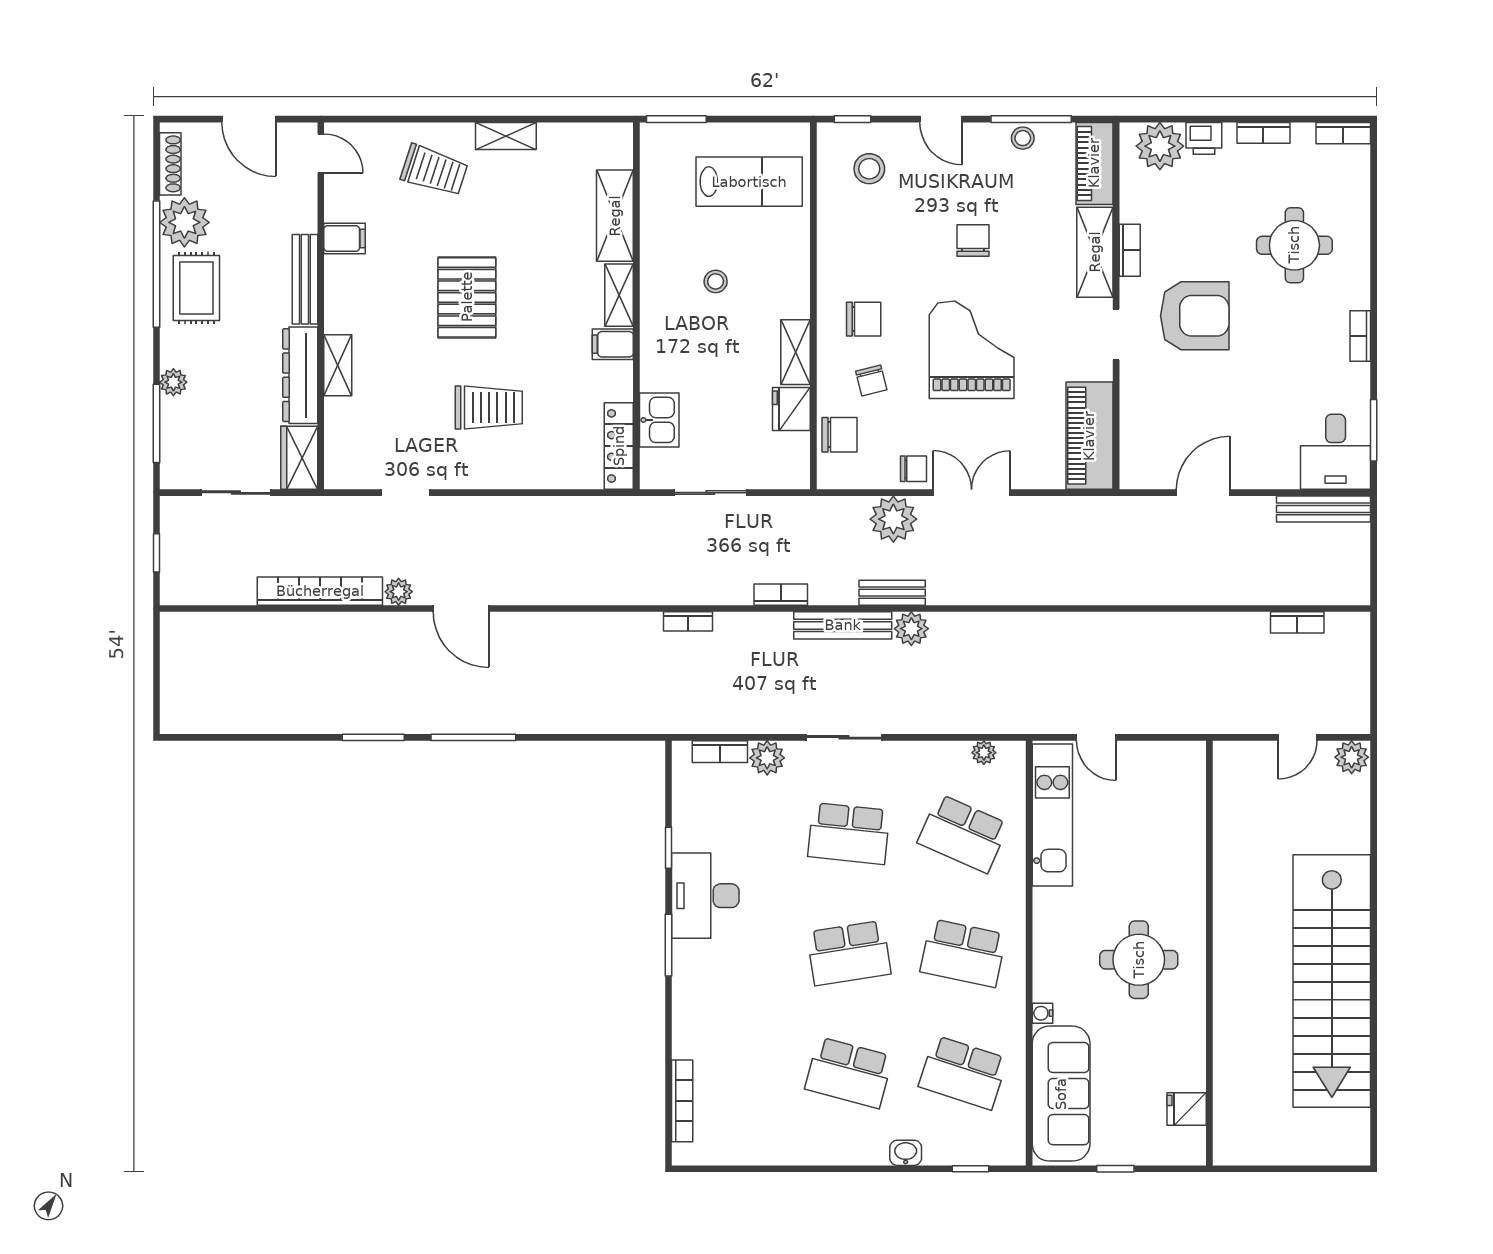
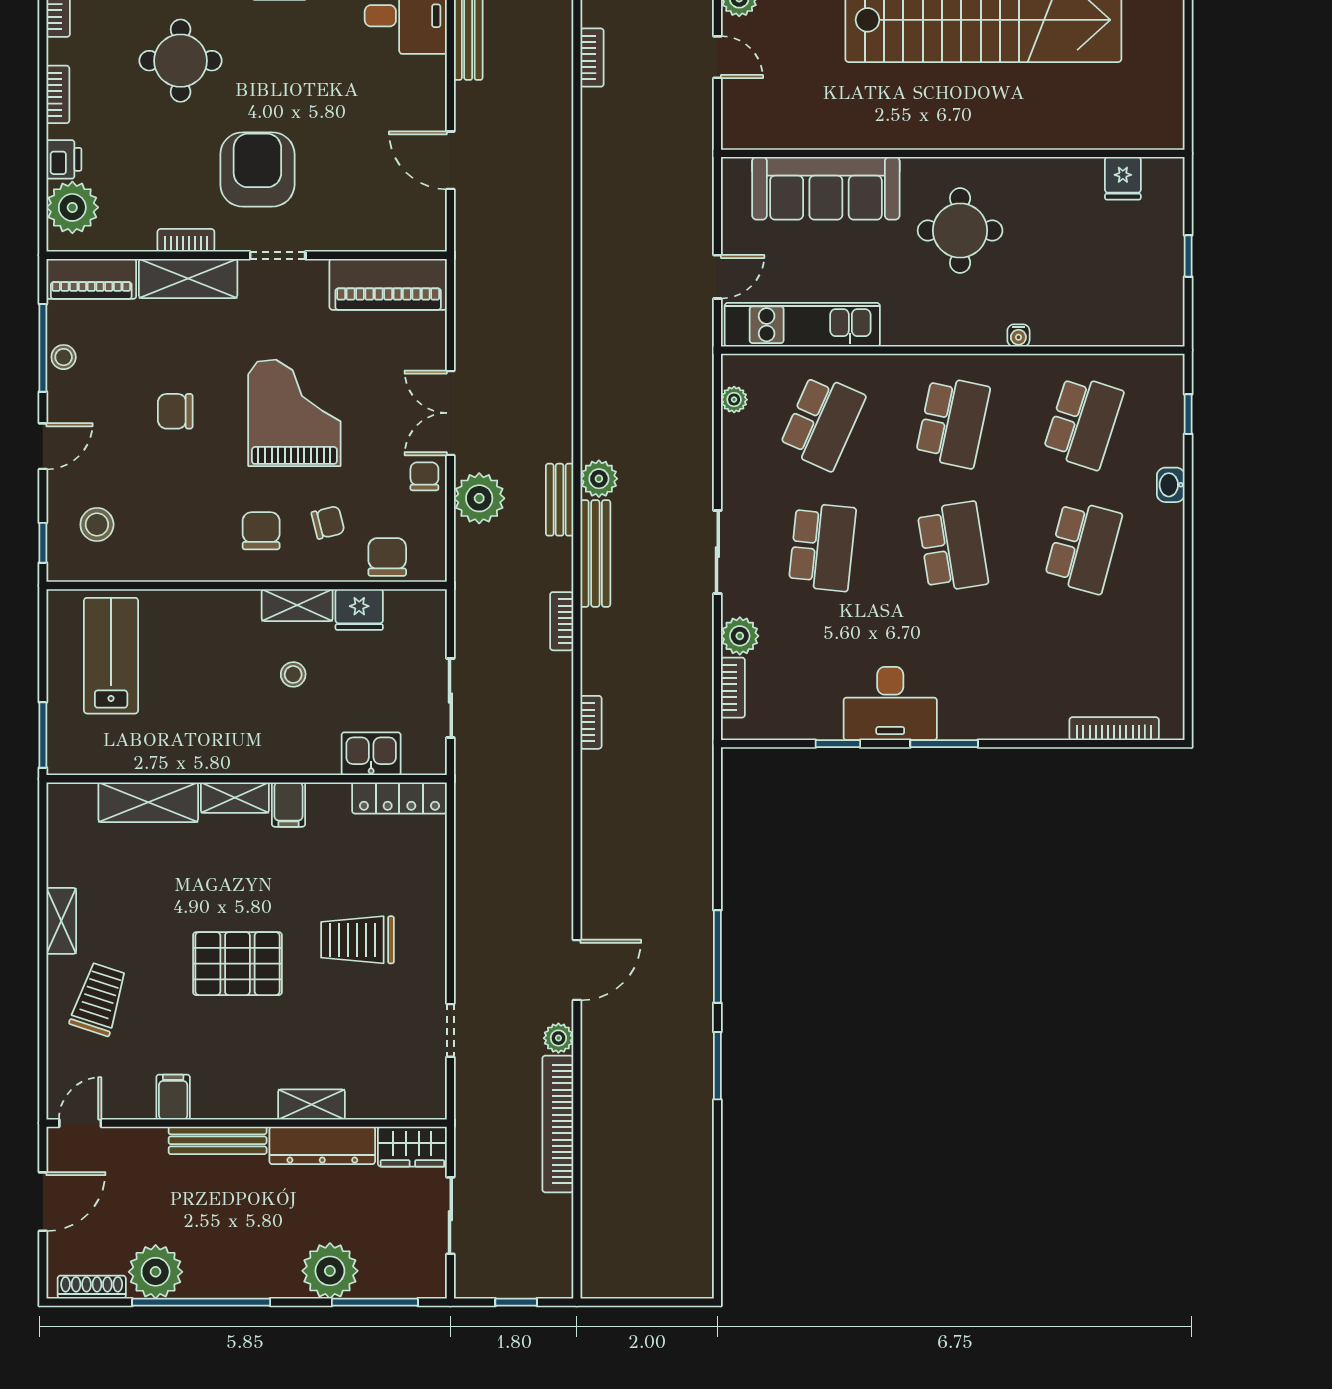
stool: (716, 281) -> (293, 674), moved
rug: (196, 288) -> (227, 1259), removed
grand piano: (972, 350) -> (294, 413), turned 90
plant: (173, 382) -> (330, 1271), width x1.88, depth x1.88
trolley: (489, 407) -> (357, 940), turned -90
sofa: (1061, 1094) -> (826, 188), moved, turned 180

